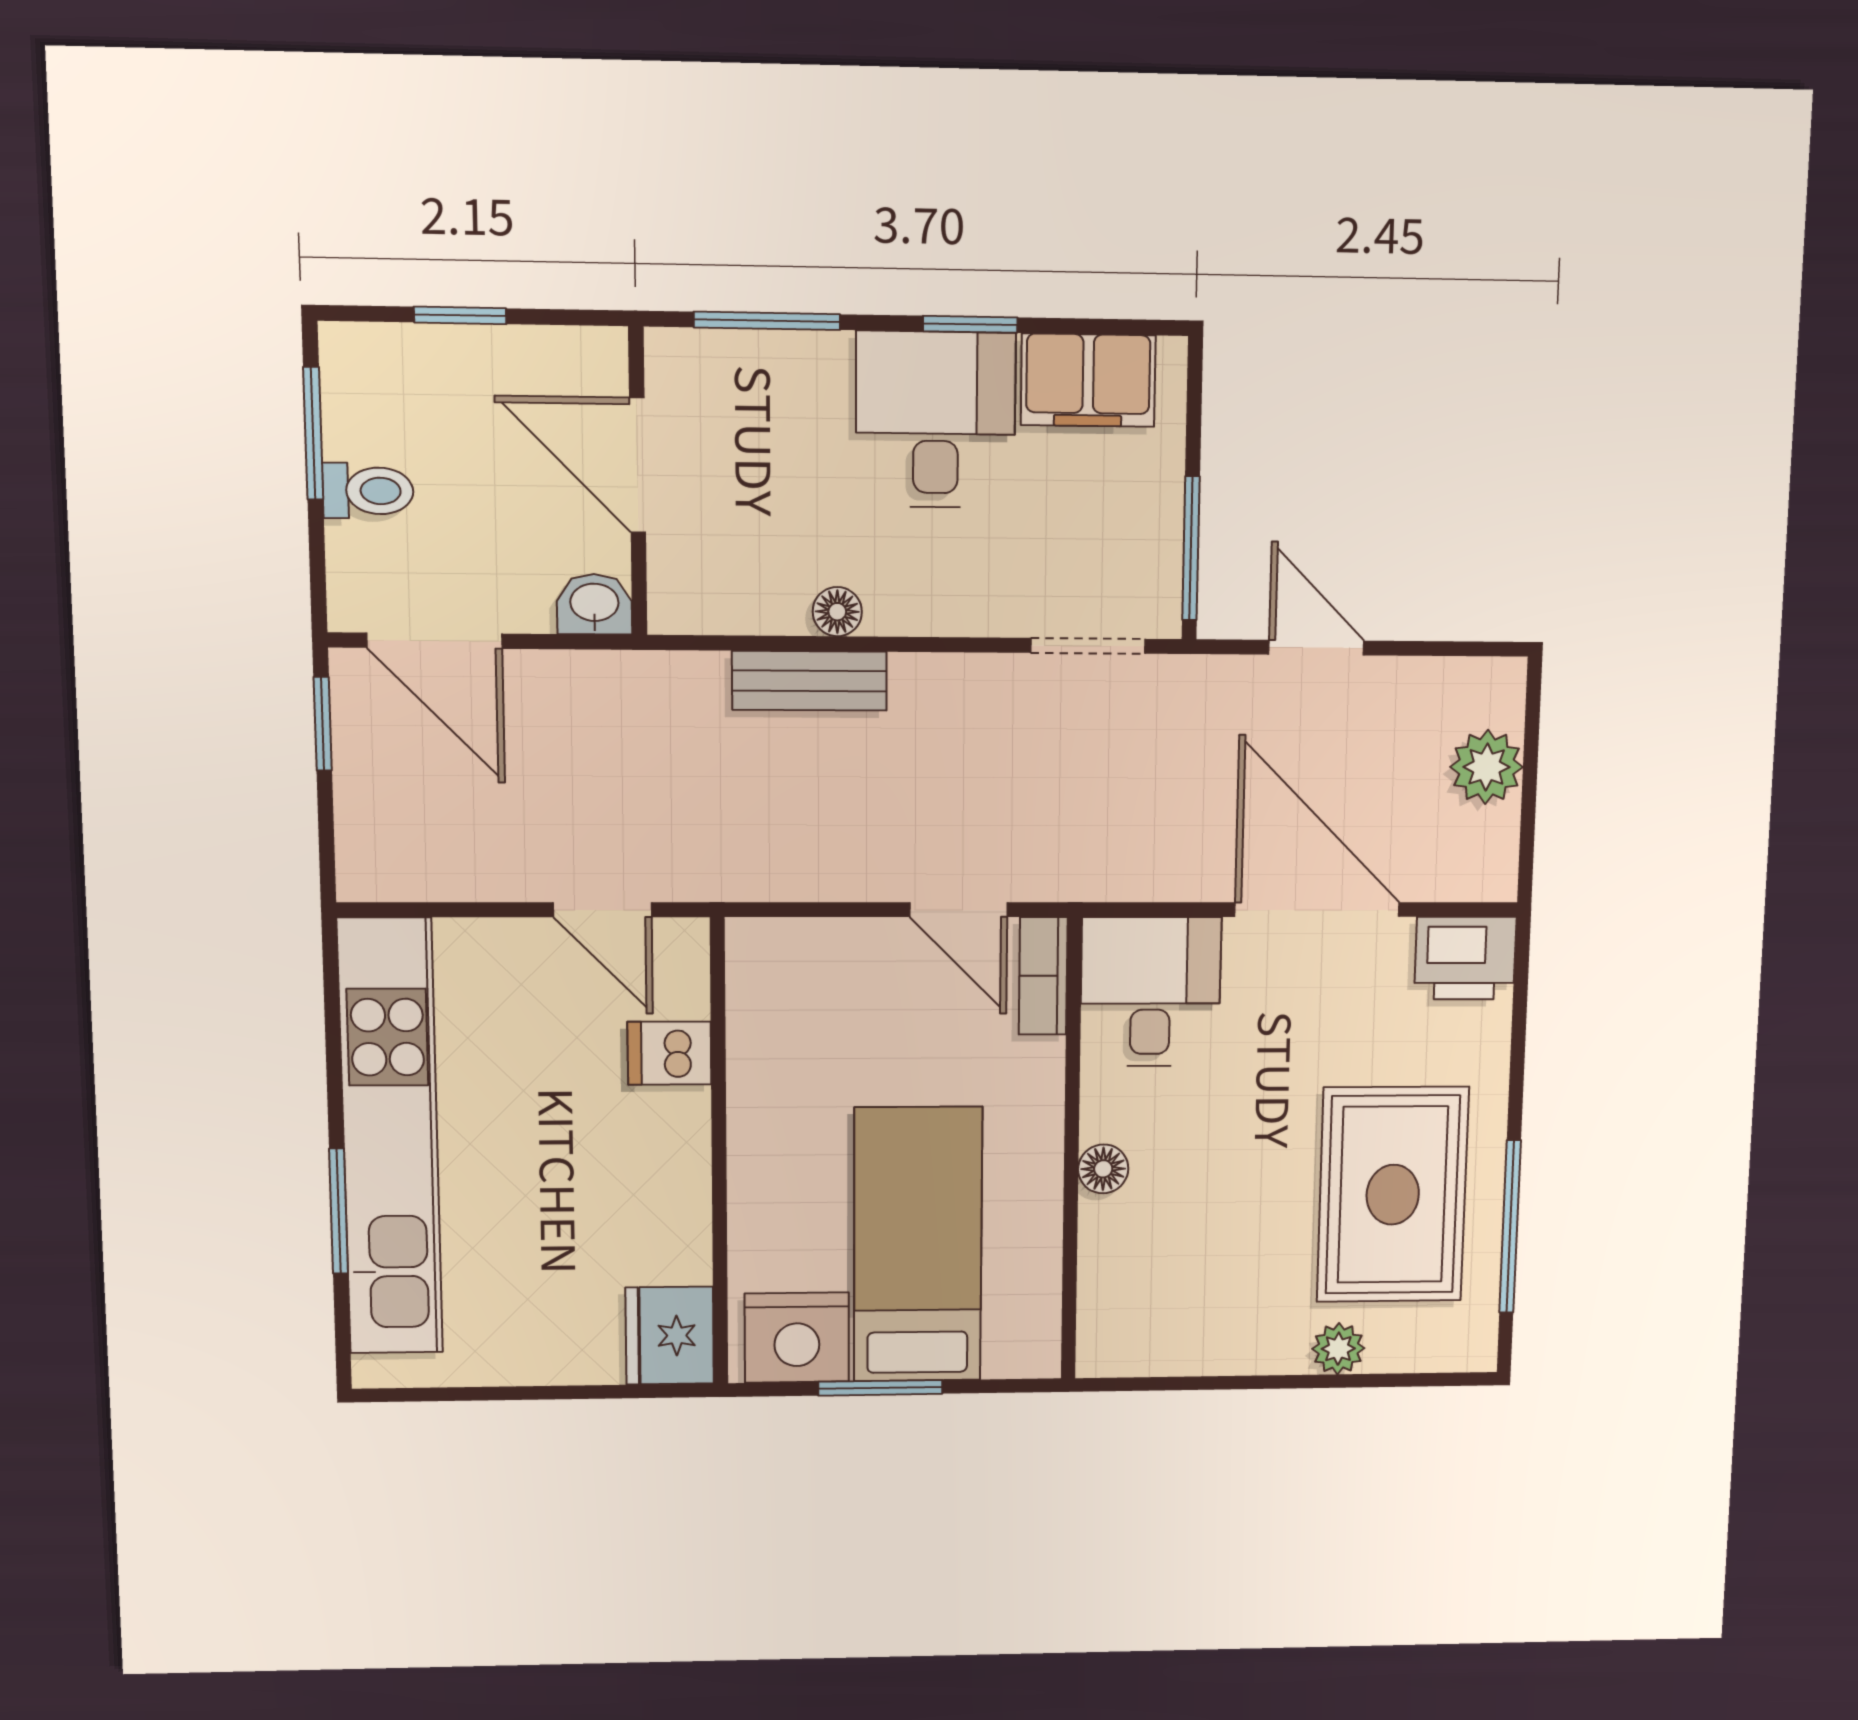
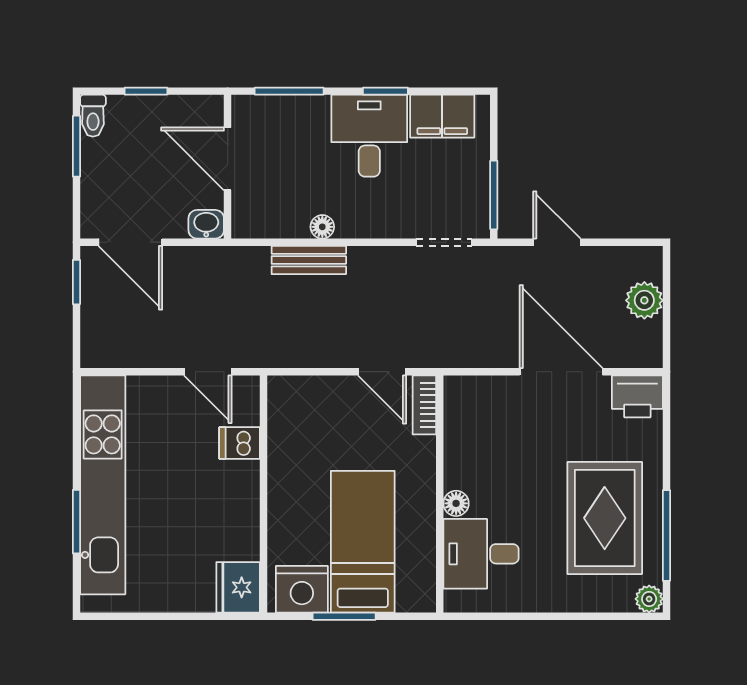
toilet: (368, 491) -> (93, 116), moved, turned 90
desk: (1151, 992) -> (481, 554), moved, turned -90
plant: (1338, 1349) -> (649, 599), moved

